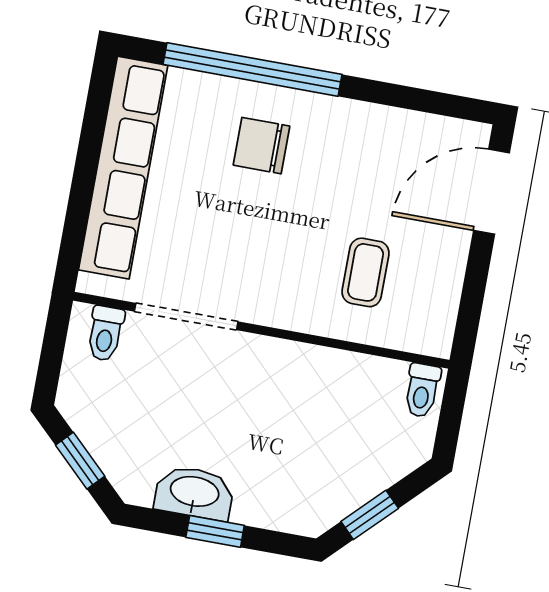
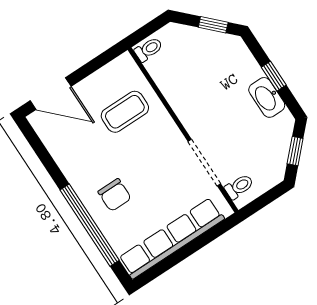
coffee table: (366, 272) -> (125, 112), width x1.36, depth x1.30

